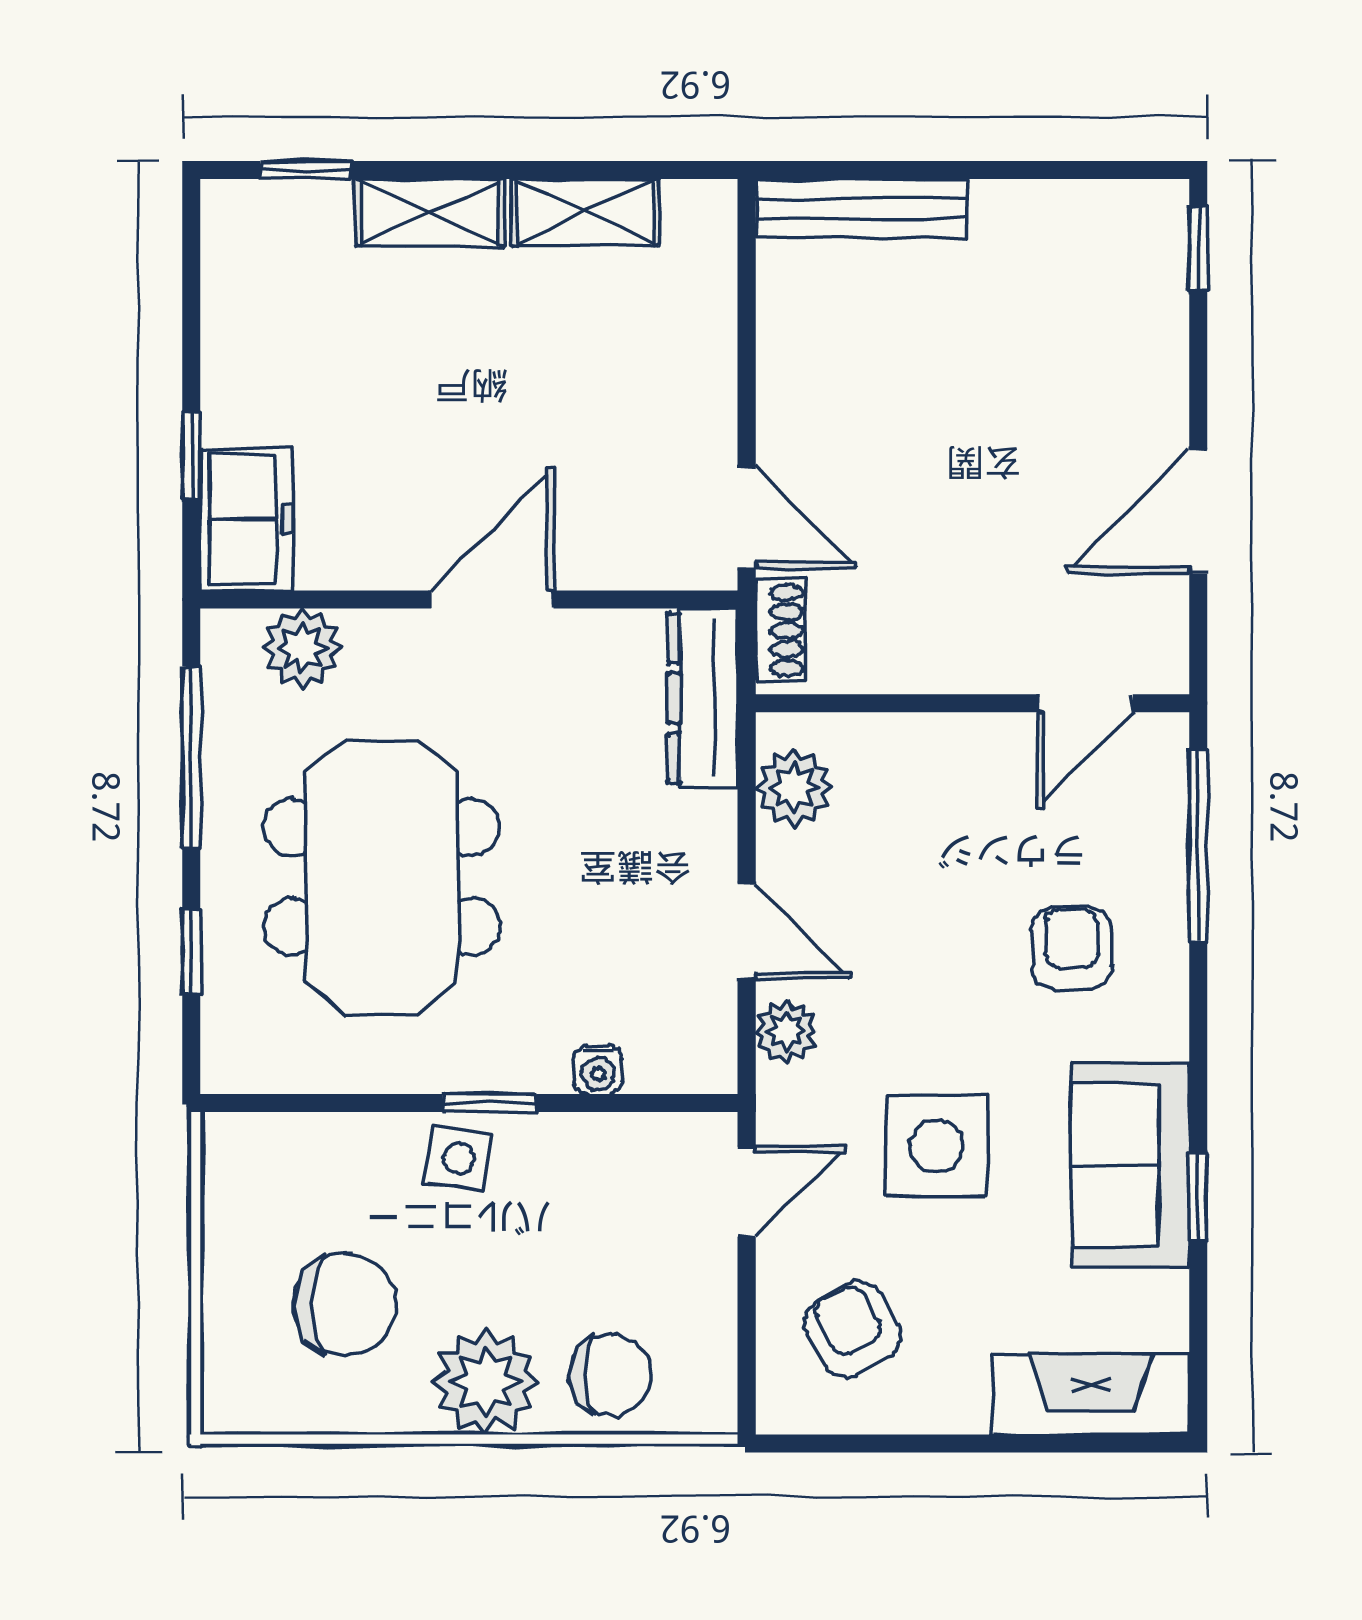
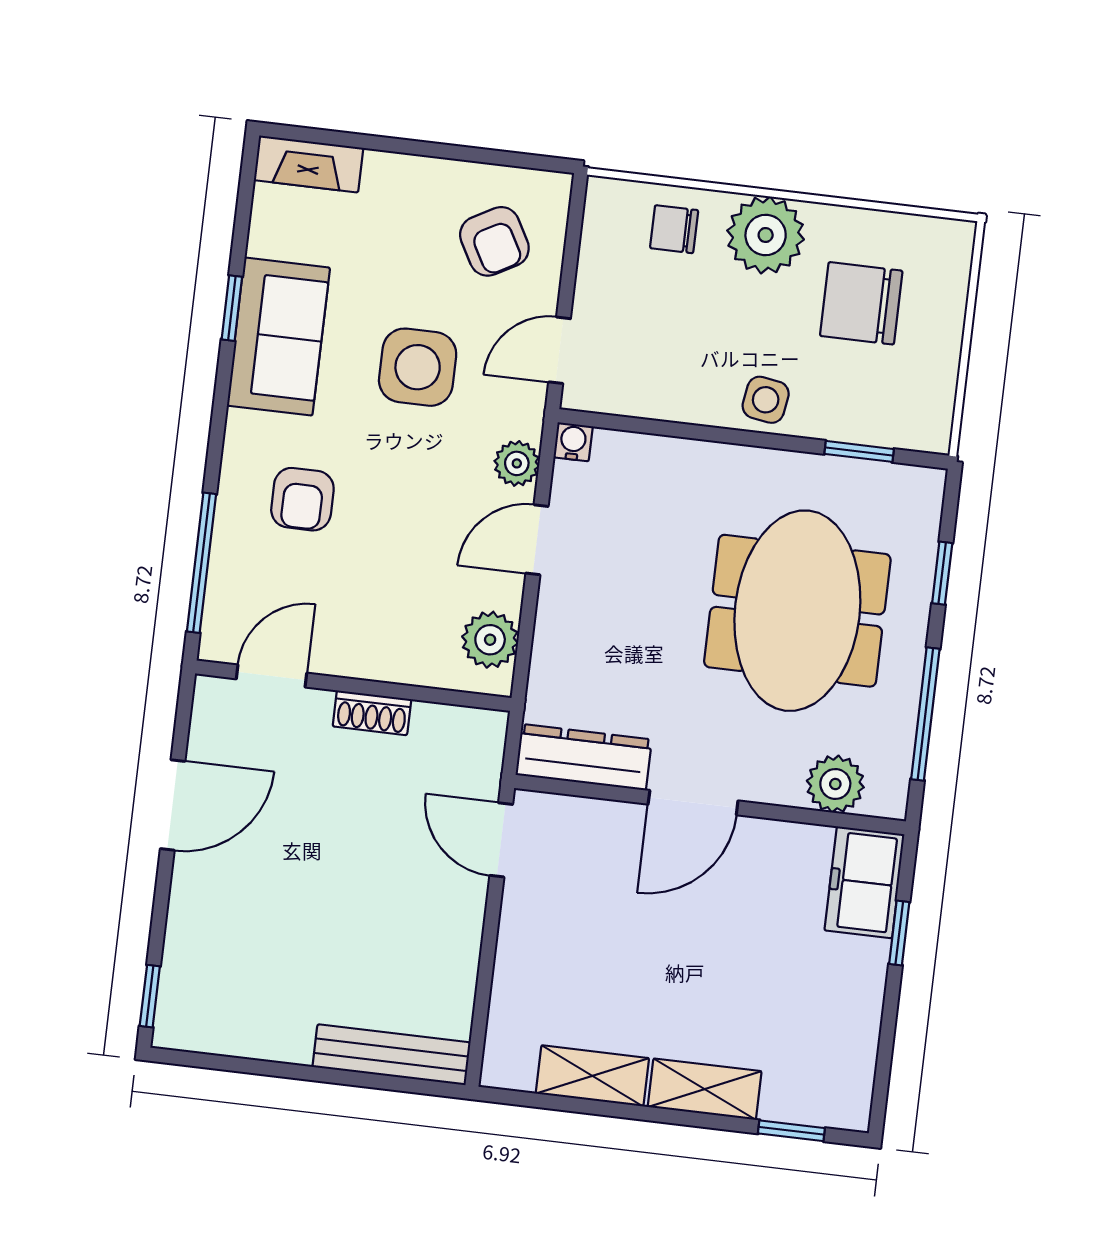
shoe rack: (780, 630) -> (372, 713), moved, turned -90
dresser: (703, 698) -> (584, 757), moved, turned -90
door: (747, 931) -> (537, 540), hinge flipped
water cooler: (598, 1070) -> (573, 442), moved
window: (490, 1103) -> (859, 451), moved
chair: (611, 1375) -> (674, 229), width x0.73, depth x0.73
fireplace: (1091, 1394) -> (309, 164), width x0.73, depth x0.76

